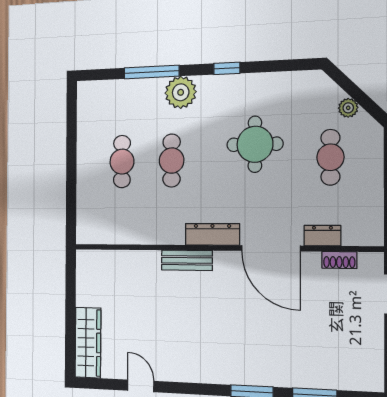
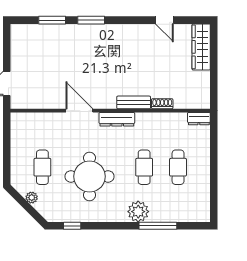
window: (227, 68) -> (72, 226), moved
round table: (255, 144) -> (90, 176), width x1.36, depth x1.36
dresser: (322, 236) -> (199, 119), moved
door: (271, 248) -> (79, 111), width x0.73
shoe rack: (339, 260) -> (162, 104), moved

